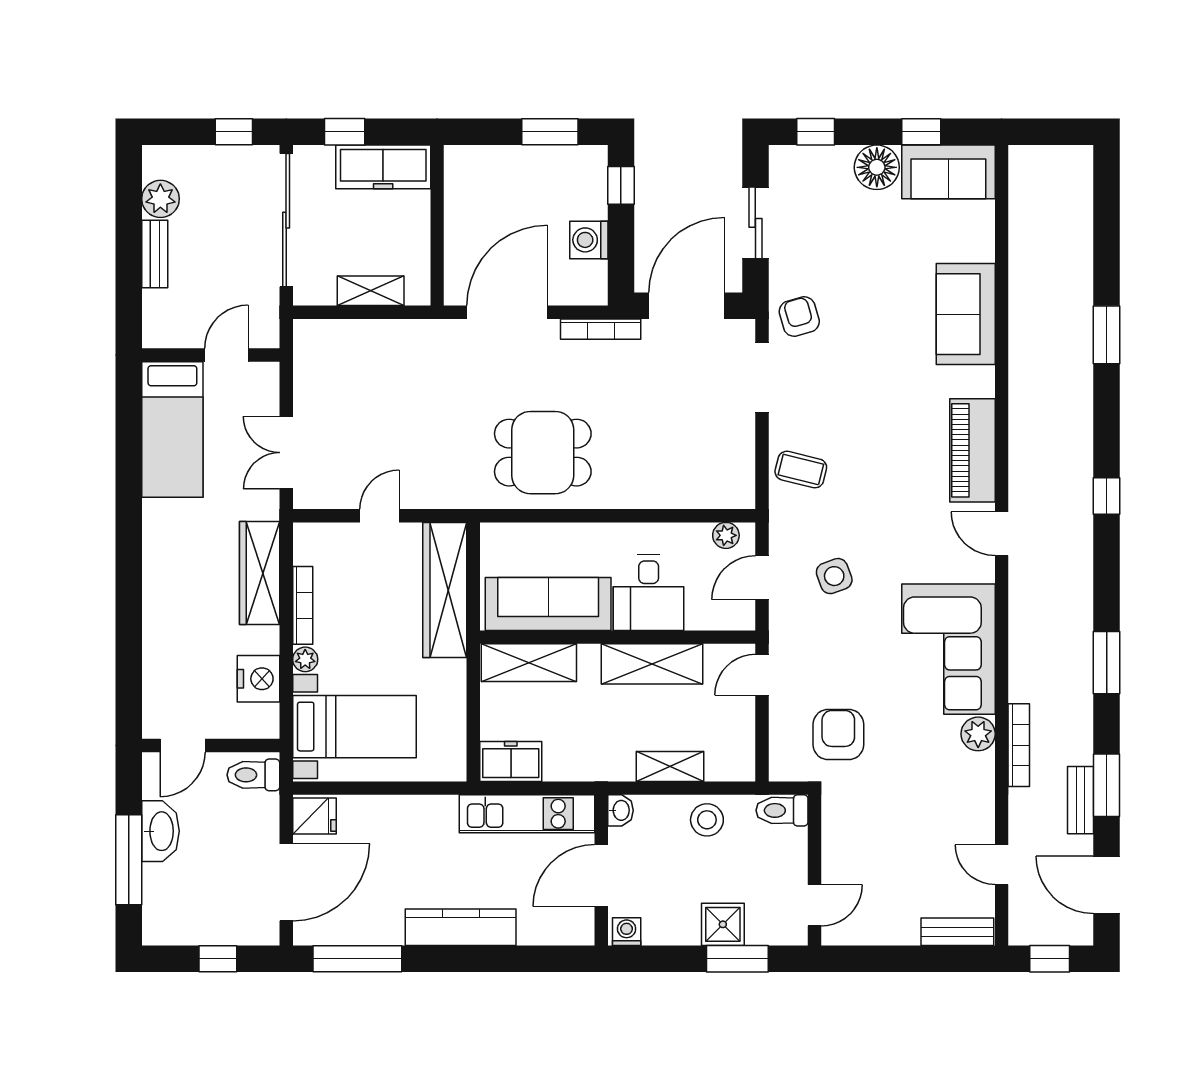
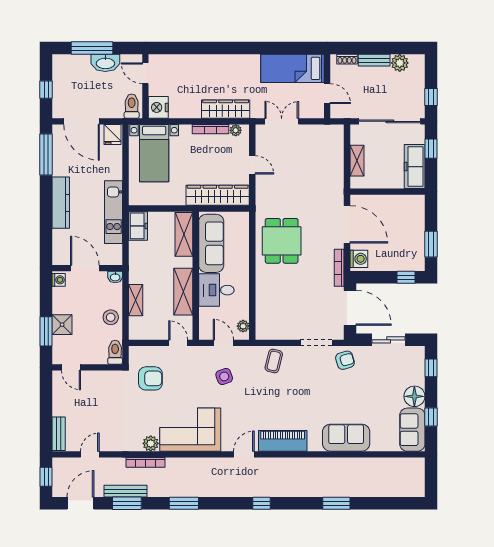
washing machine: (589, 240) -> (359, 259), moved, turned 90
shoe rack: (152, 312) -> (347, 59), added
plant: (305, 659) -> (236, 130), moved
nightstand: (259, 679) -> (158, 107), moved, turned 90
bench: (1081, 800) -> (126, 491), width x1.36
kitchen unit: (527, 814) -> (114, 212), moved

